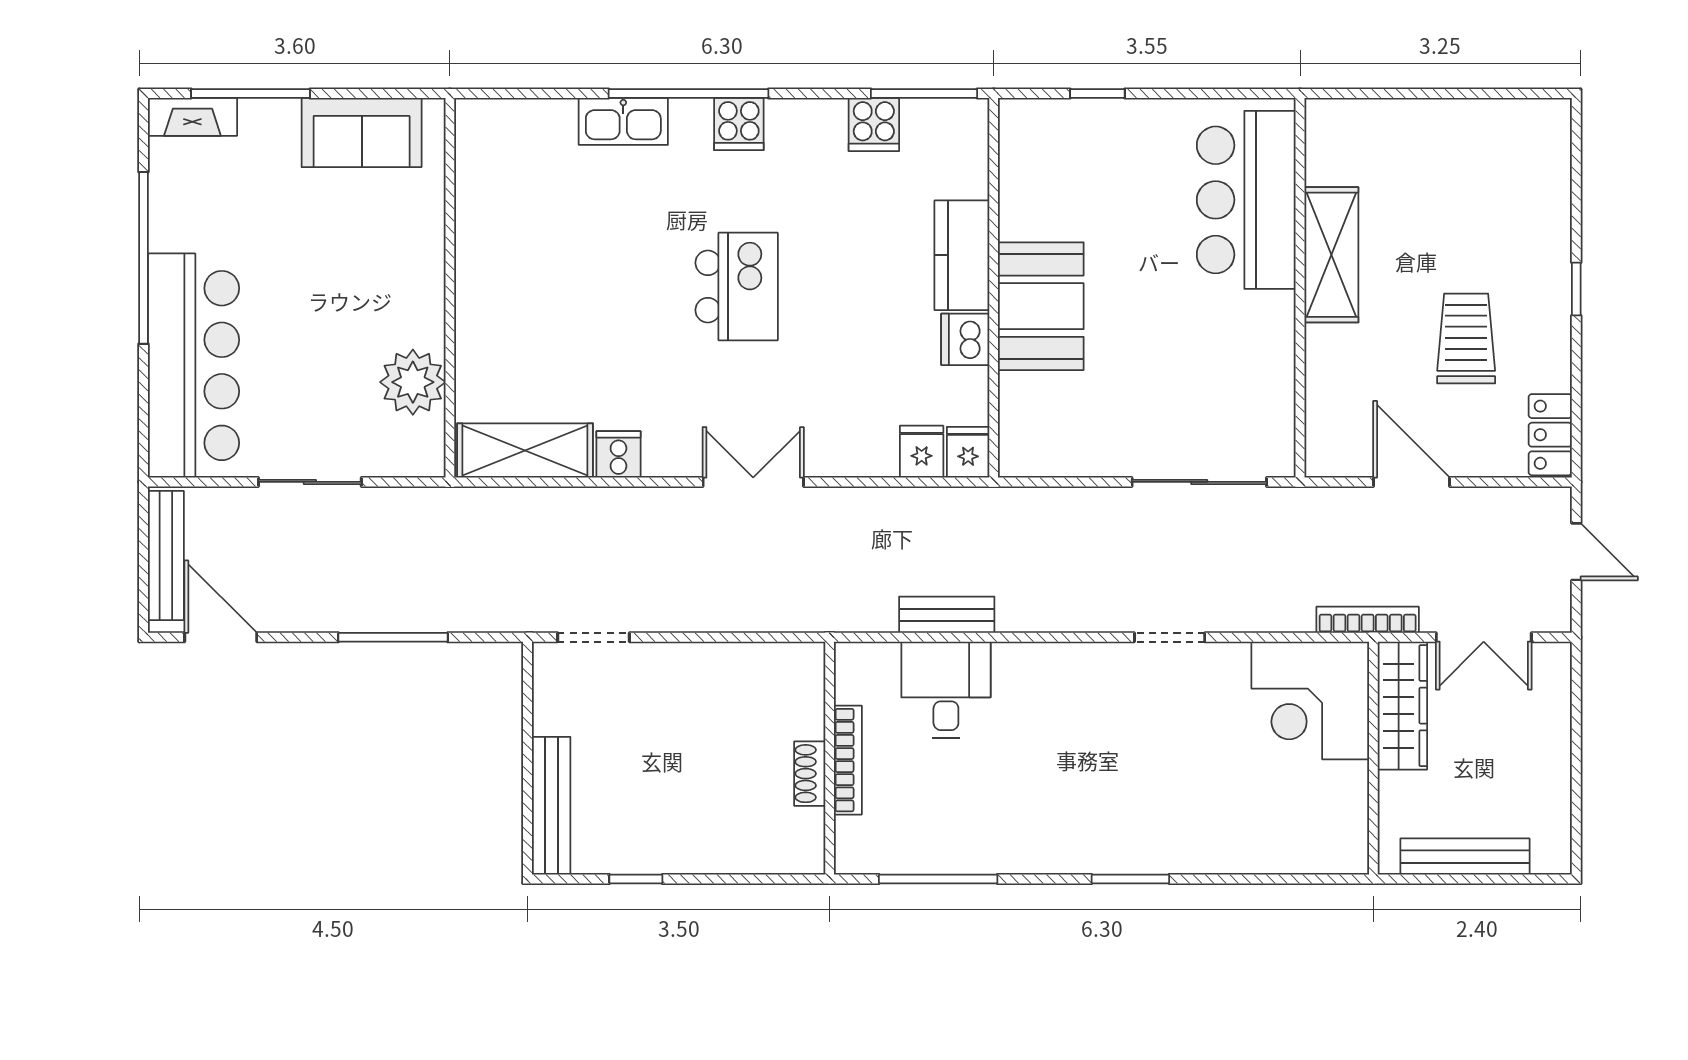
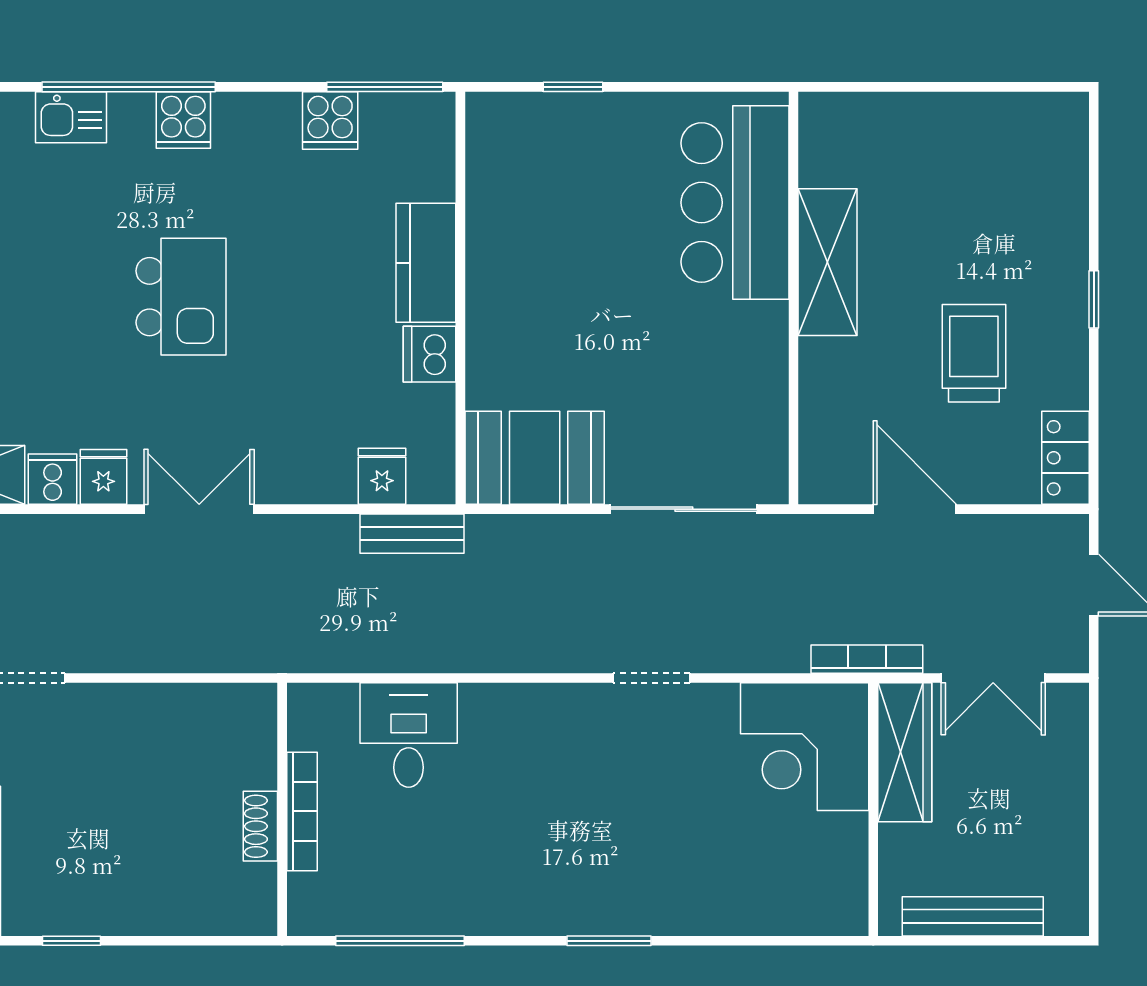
kitchen sink: (623, 121) -> (71, 117), width x0.73
booth: (1041, 306) -> (535, 458), moved, turned 90
fridge: (968, 452) -> (103, 477), moved
bench: (947, 615) -> (412, 534), moved

